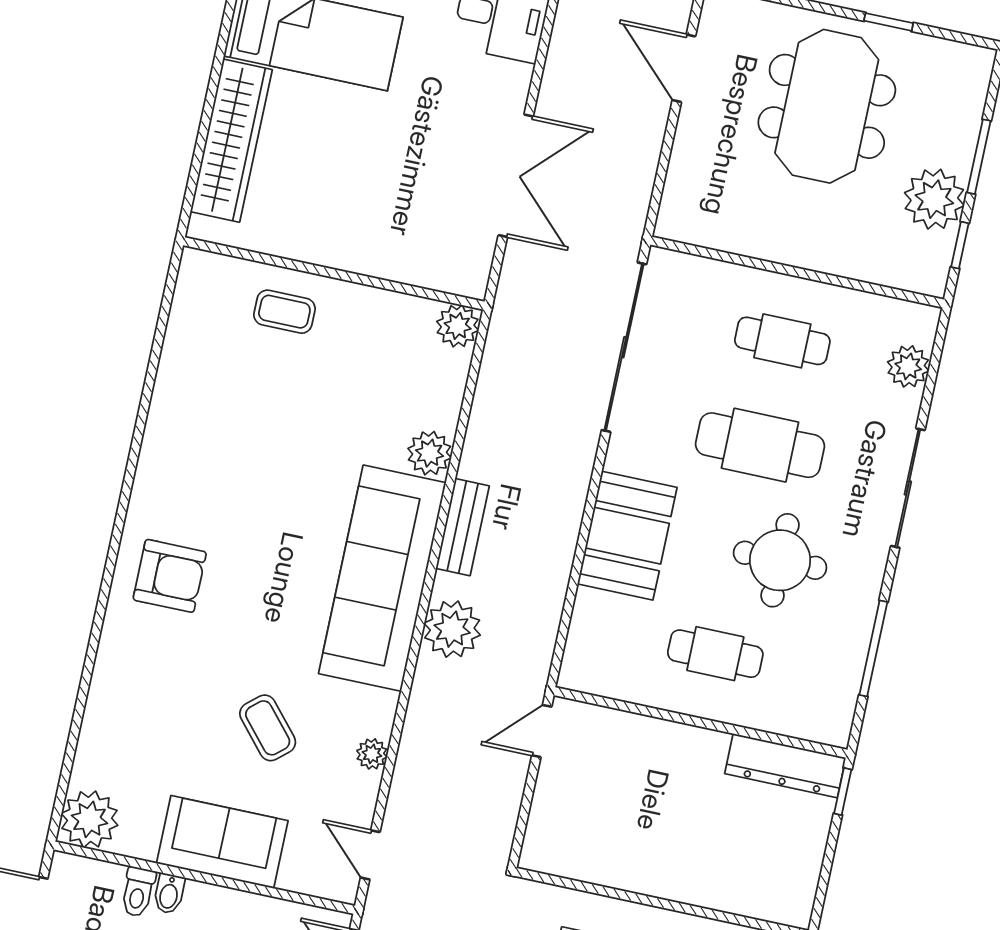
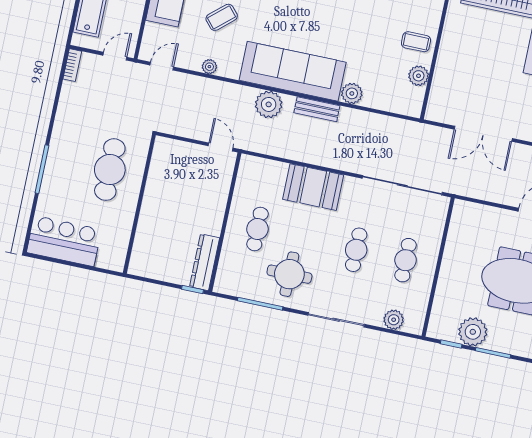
coffee table: (284, 312) -> (416, 42), moved, turned 90
plant: (458, 326) -> (419, 76), moved
cafe table: (760, 445) -> (356, 250), width x0.73, depth x0.74
round table: (780, 560) -> (289, 274), moved

